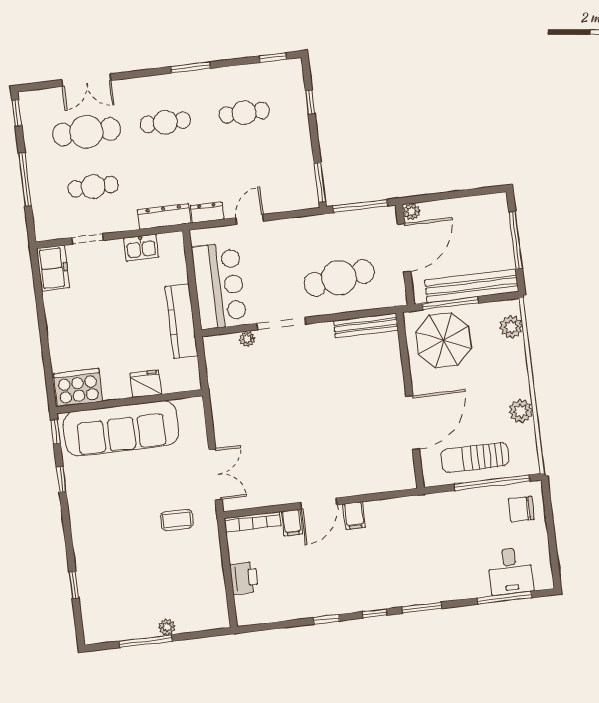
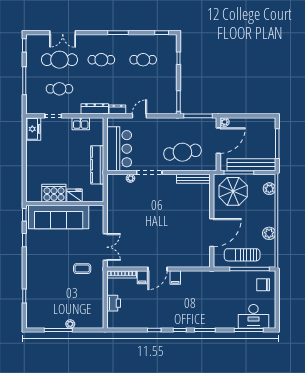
cooker: (78, 388) -> (54, 193), moved
desk: (510, 571) -> (253, 316), width x1.37

